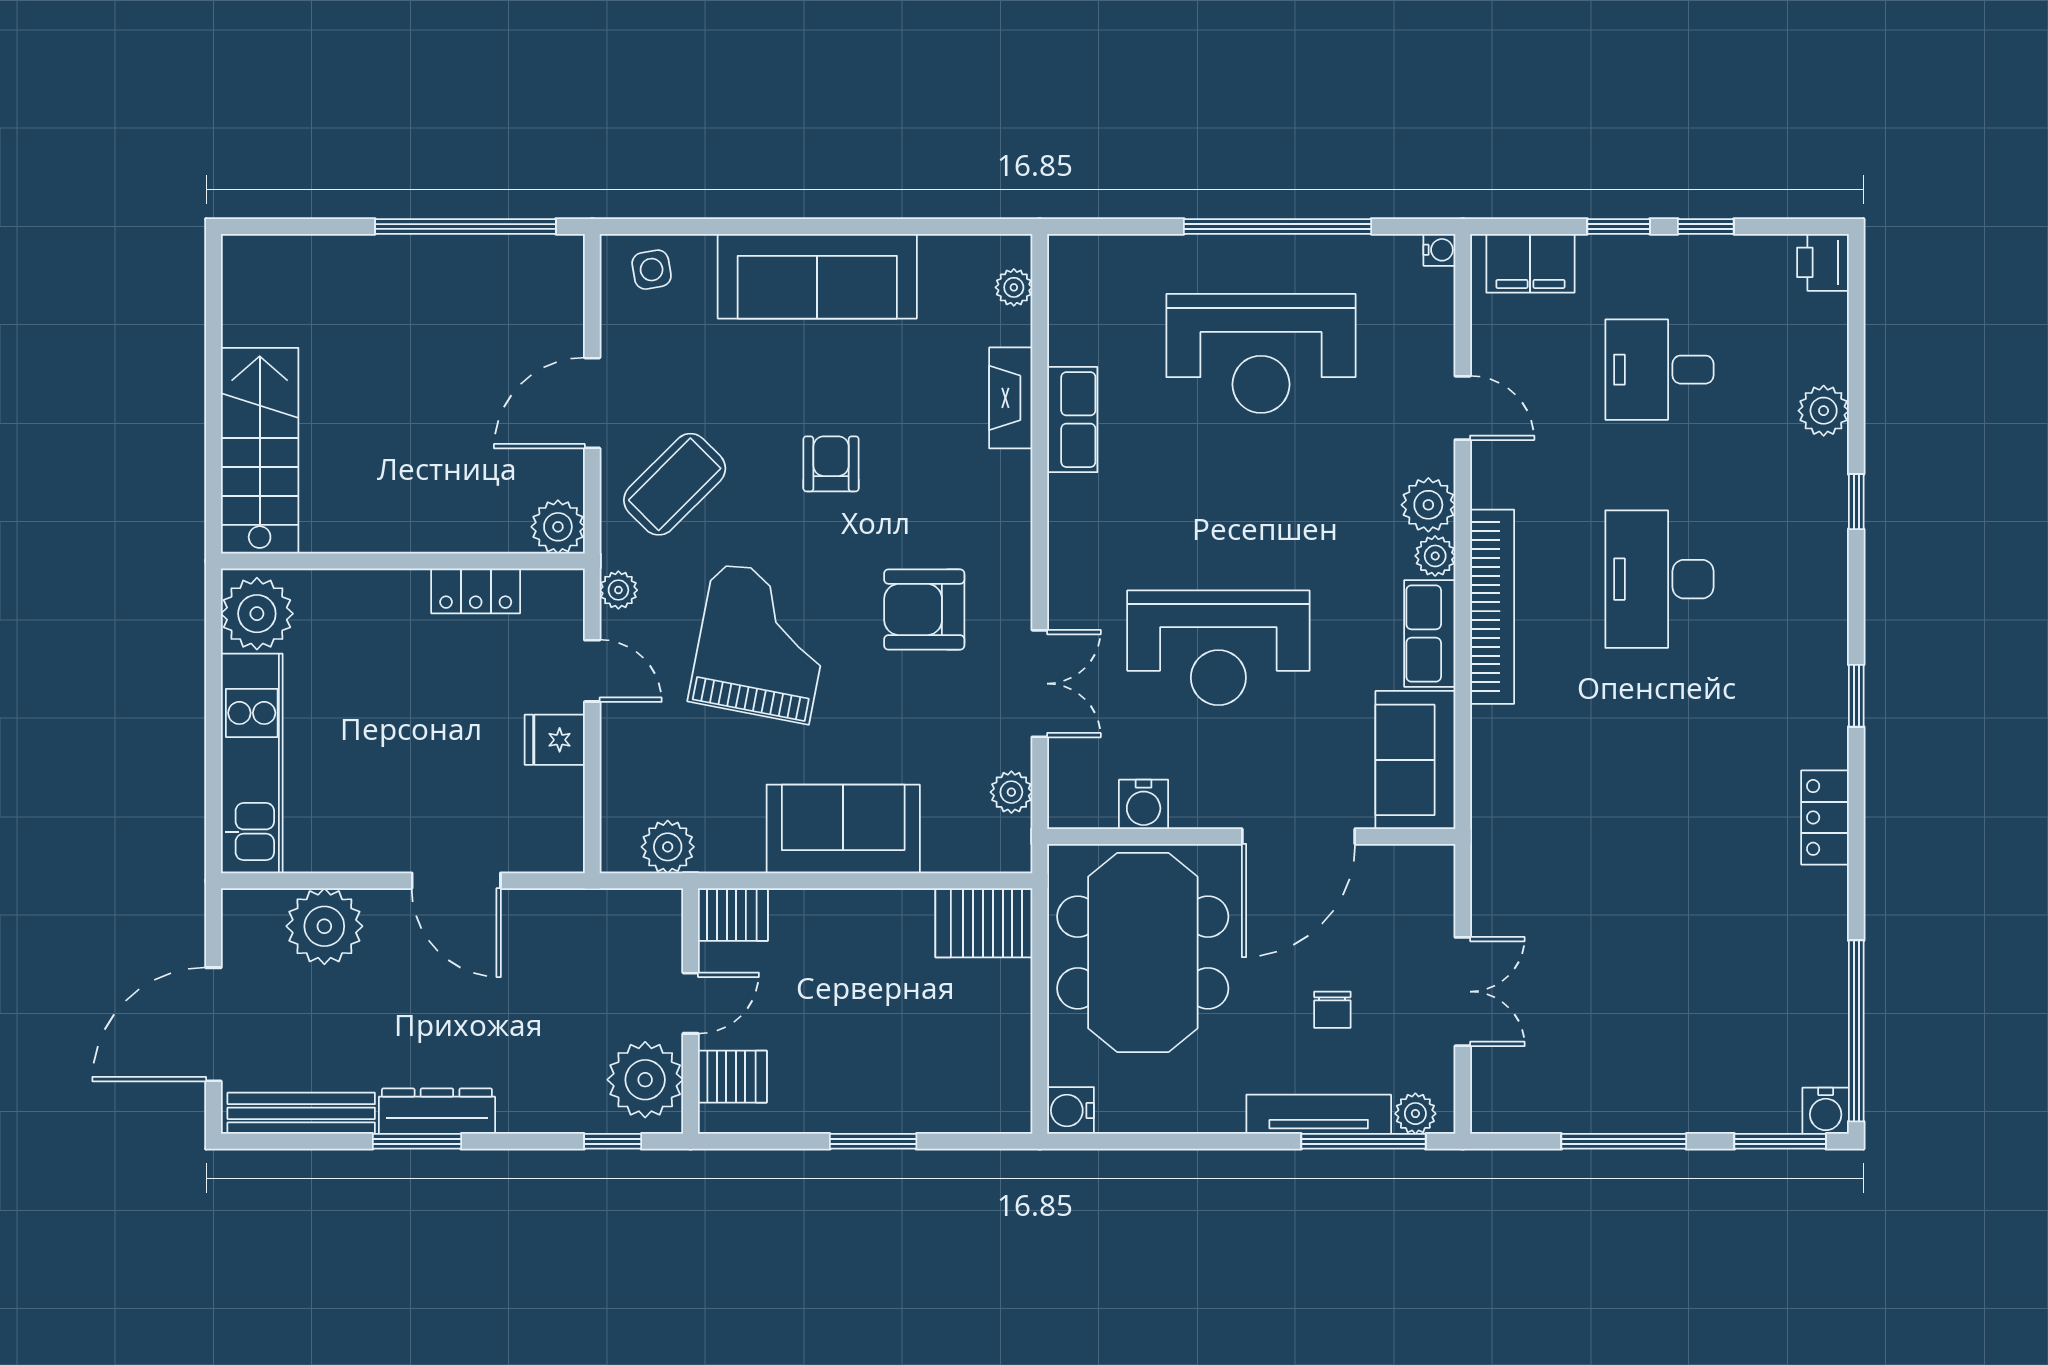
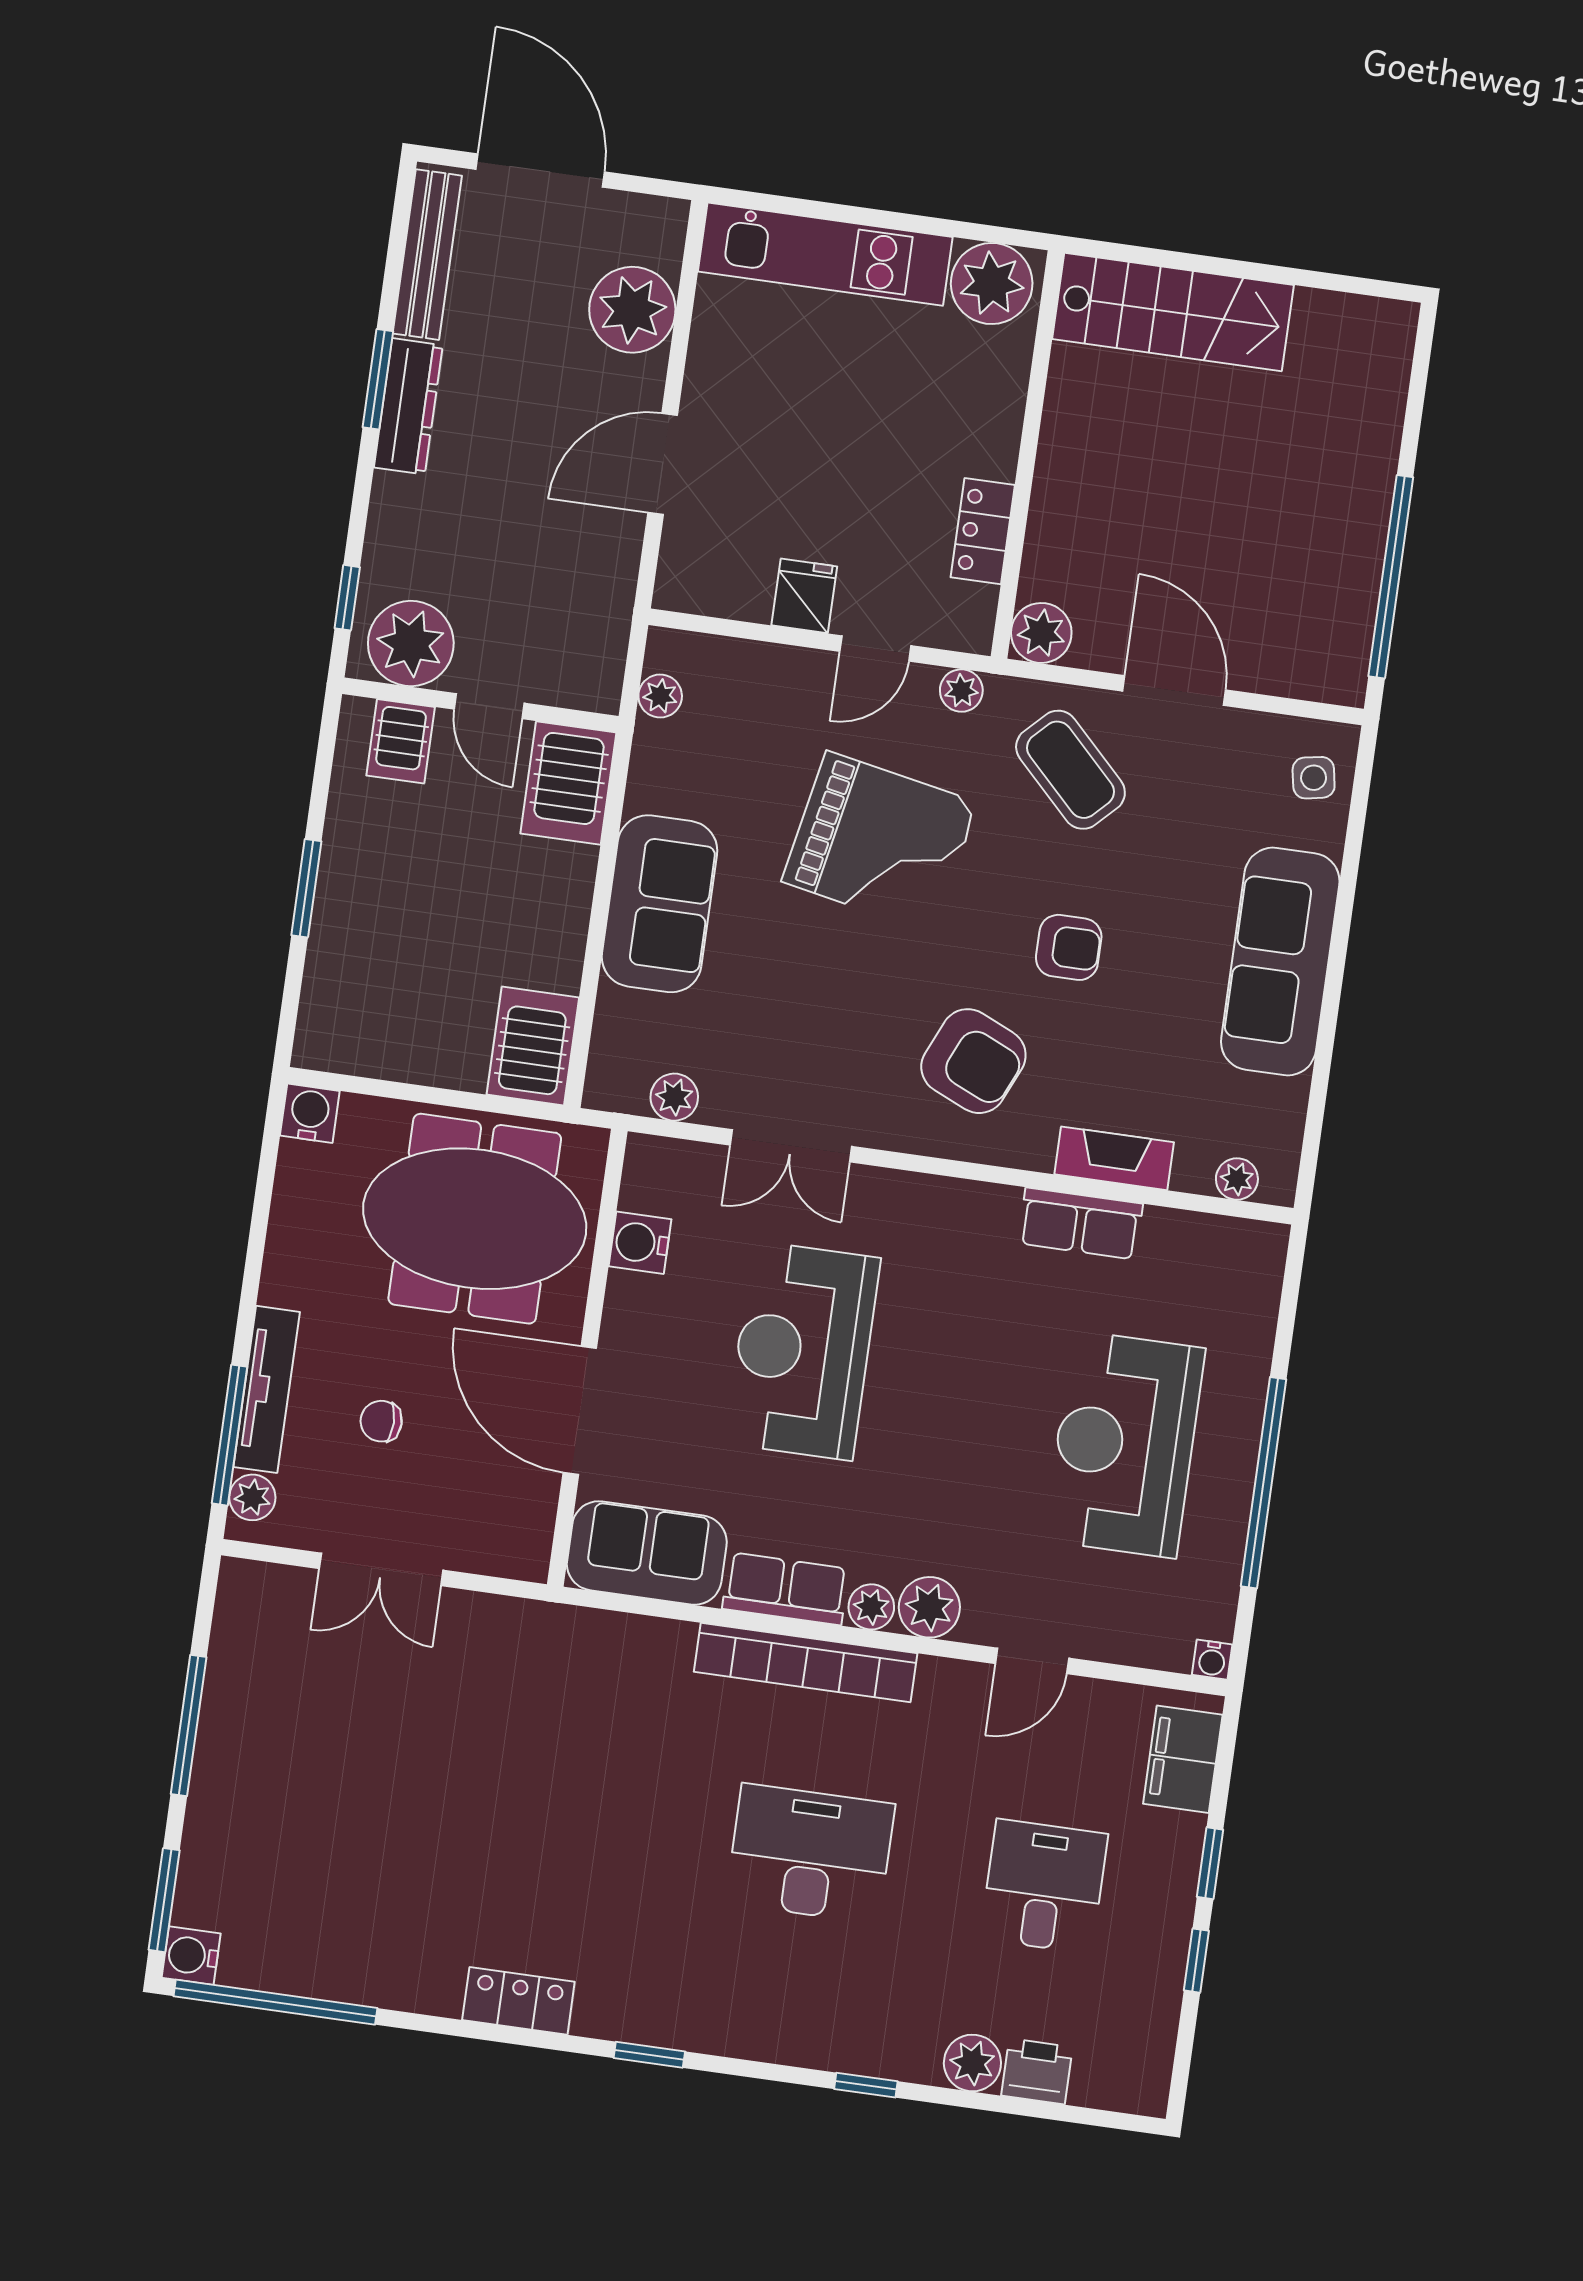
printer: (1823, 262) -> (1037, 2071), moved
armchair: (924, 609) -> (973, 1061), moved, turned 114
plant: (668, 847) -> (660, 696), width x0.73, depth x0.73
server rack: (733, 914) -> (568, 783), width x1.36, depth x1.44

